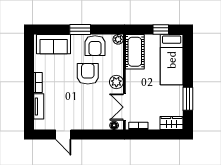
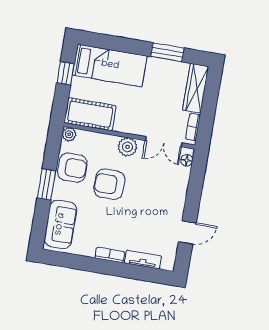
wardrobe: (172, 123) -> (196, 88), width x1.50

